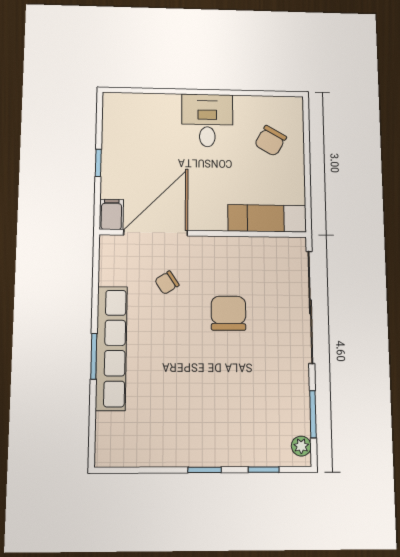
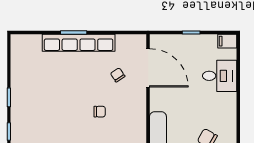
desk: (207, 120) -> (220, 76), moved
filing cabinet: (111, 214) -> (227, 41), moved, turned 180
chair: (228, 313) -> (100, 112), width x0.54, depth x0.54

